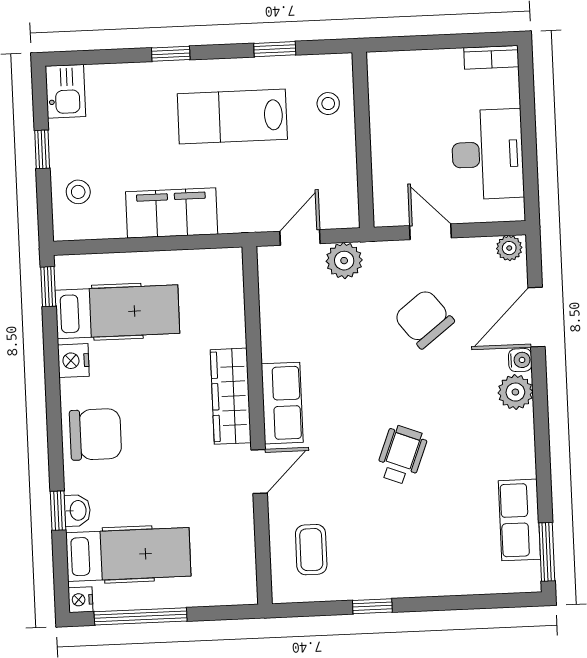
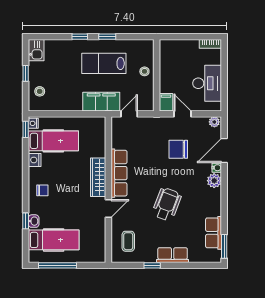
window: (275, 49) -> (107, 37), moved
stool: (328, 104) -> (144, 71), moved
filing cabinet: (389, 205) -> (166, 102), added
filing cabinet: (172, 213) -> (101, 102), moved
plant: (344, 261) -> (147, 124), removed
chair: (424, 319) -> (178, 149), turned -52
row of seats: (282, 403) -> (119, 173), width x1.48
chair: (96, 434) -> (42, 190), width x0.54, depth x0.54
wheelchair: (401, 455) -> (167, 204), width x1.36, depth x1.37
row of seats: (421, 579) -> (173, 255), added
nightstand: (80, 600) -> (33, 123), moved

